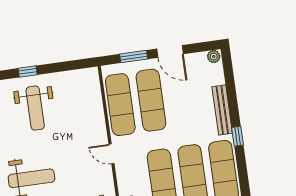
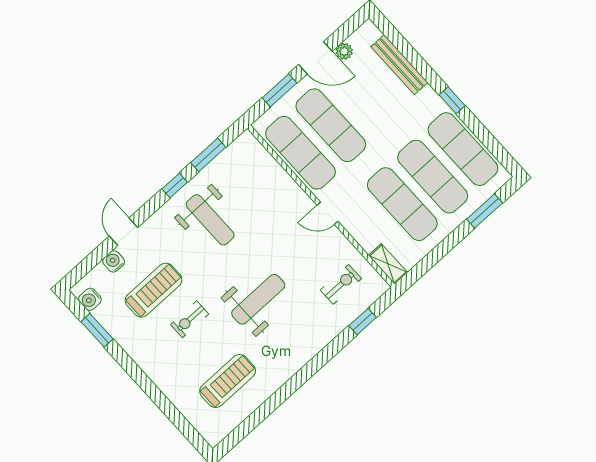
plant: (214, 56) -> (344, 51), moved
window: (62, 67) -> (208, 155), added
bench: (222, 110) -> (399, 65), moved

